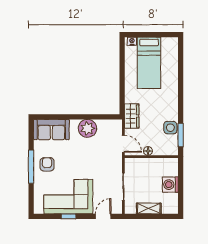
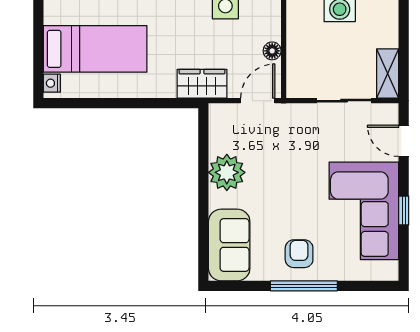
armchair: (47, 164) -> (299, 254), turned 90
shelving: (149, 208) -> (388, 74), moved

